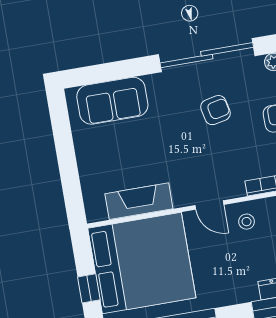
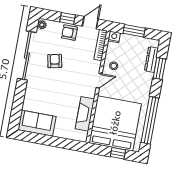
sofa: (112, 101) -> (37, 123), moved, turned -90

